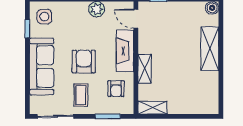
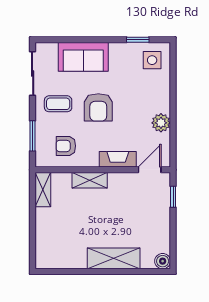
fireplace: (125, 51) -> (118, 159), width x0.73, depth x0.76
armchair: (84, 62) -> (98, 107), turned 90
sofa: (42, 67) -> (83, 57), width x0.73

